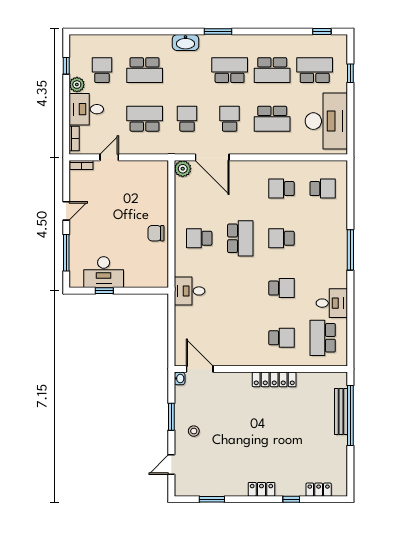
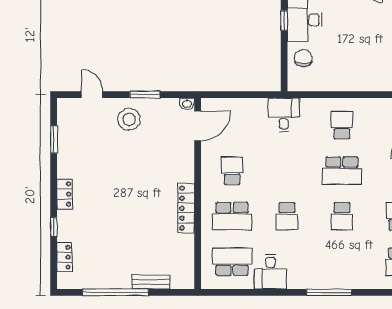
chair: (156, 233) -> (303, 58), moved
school desk: (281, 238) -> (342, 216), turned 180
school desk: (240, 338) -> (232, 171), added
school desk: (281, 338) -> (232, 216), width x1.85
bench: (341, 411) -> (151, 282), width x0.73
window: (350, 415) -> (116, 292), moved
stool: (194, 431) -> (129, 119), width x1.89, depth x1.89

